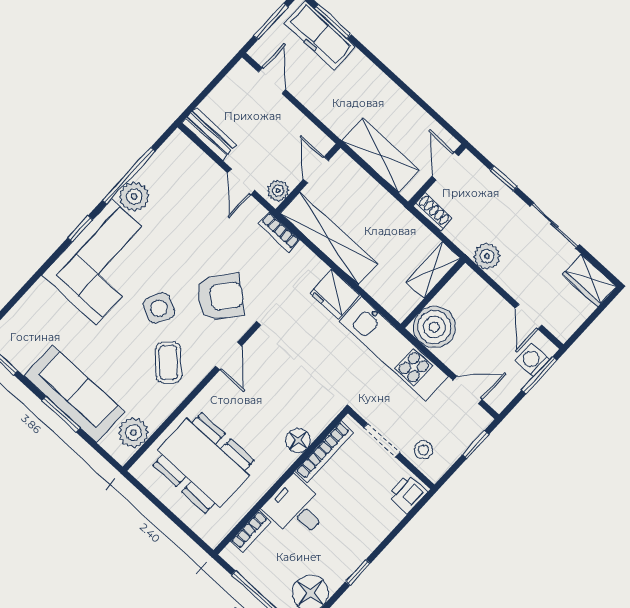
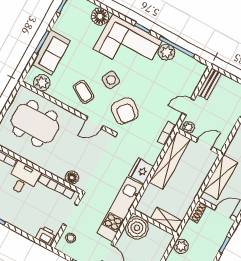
floor lamp: (41, 299) -> (100, 16), added
coffee table: (168, 362) -> (83, 92), turned 74
sofa: (74, 394) -> (51, 53), width x0.73
floor lamp: (298, 440) -> (72, 178), moved
dining table: (203, 463) -> (35, 124), turned 90

